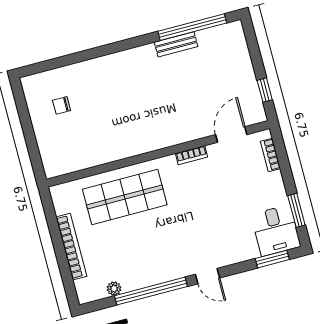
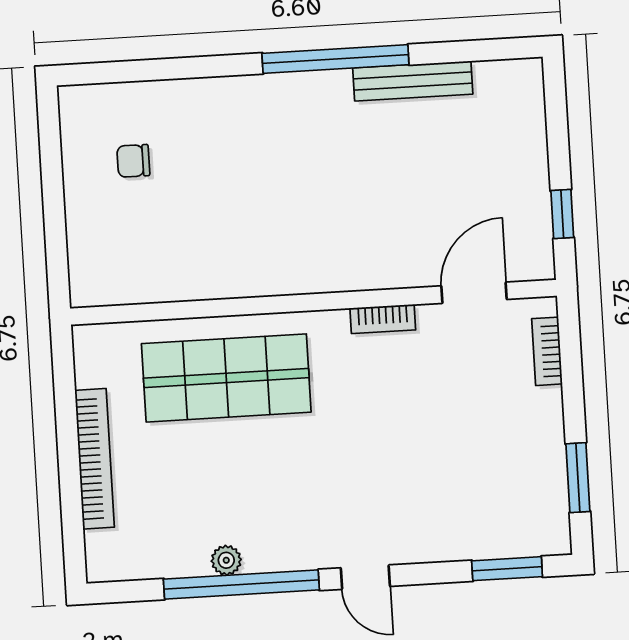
window: (192, 27) -> (335, 59), moved
bench: (176, 44) -> (413, 81), width x1.36
desk: (276, 230) -> (526, 511), removed
plant: (114, 289) -> (226, 560), moved

